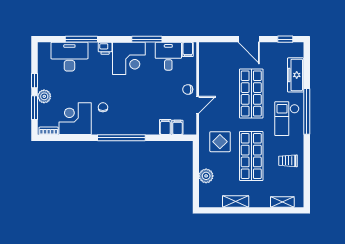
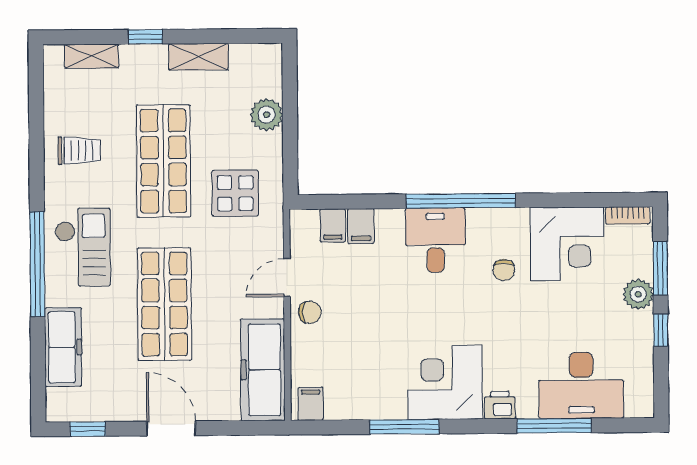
desk: (168, 56) -> (435, 240), moved, turned 180
freezer: (208, 64) -> (263, 370), added
window: (259, 210) -> (145, 37), added

